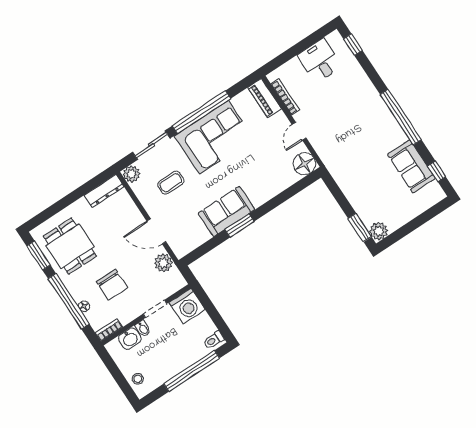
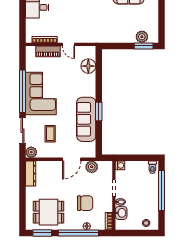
piano: (265, 98) -> (48, 51), moved
floor lamp: (304, 164) -> (88, 66), moved
sofa: (226, 211) -> (86, 119), width x1.36
plant: (379, 231) -> (142, 37), moved
washing machine: (187, 306) -> (120, 165), width x0.53, depth x0.53

